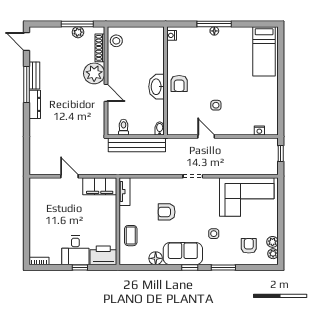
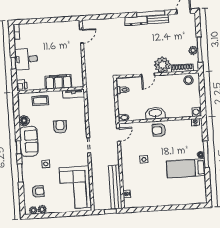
washing machine: (158, 33) -> (197, 112), added
bed: (264, 51) -> (186, 168), moved
door: (206, 136) -> (118, 135), moved
bench: (137, 145) -> (115, 187), moved
door: (69, 176) -> (82, 36), moved
filing cabinet: (100, 186) -> (58, 82), moved, turned 90
printer: (103, 255) -> (22, 85), width x0.53, depth x0.68

